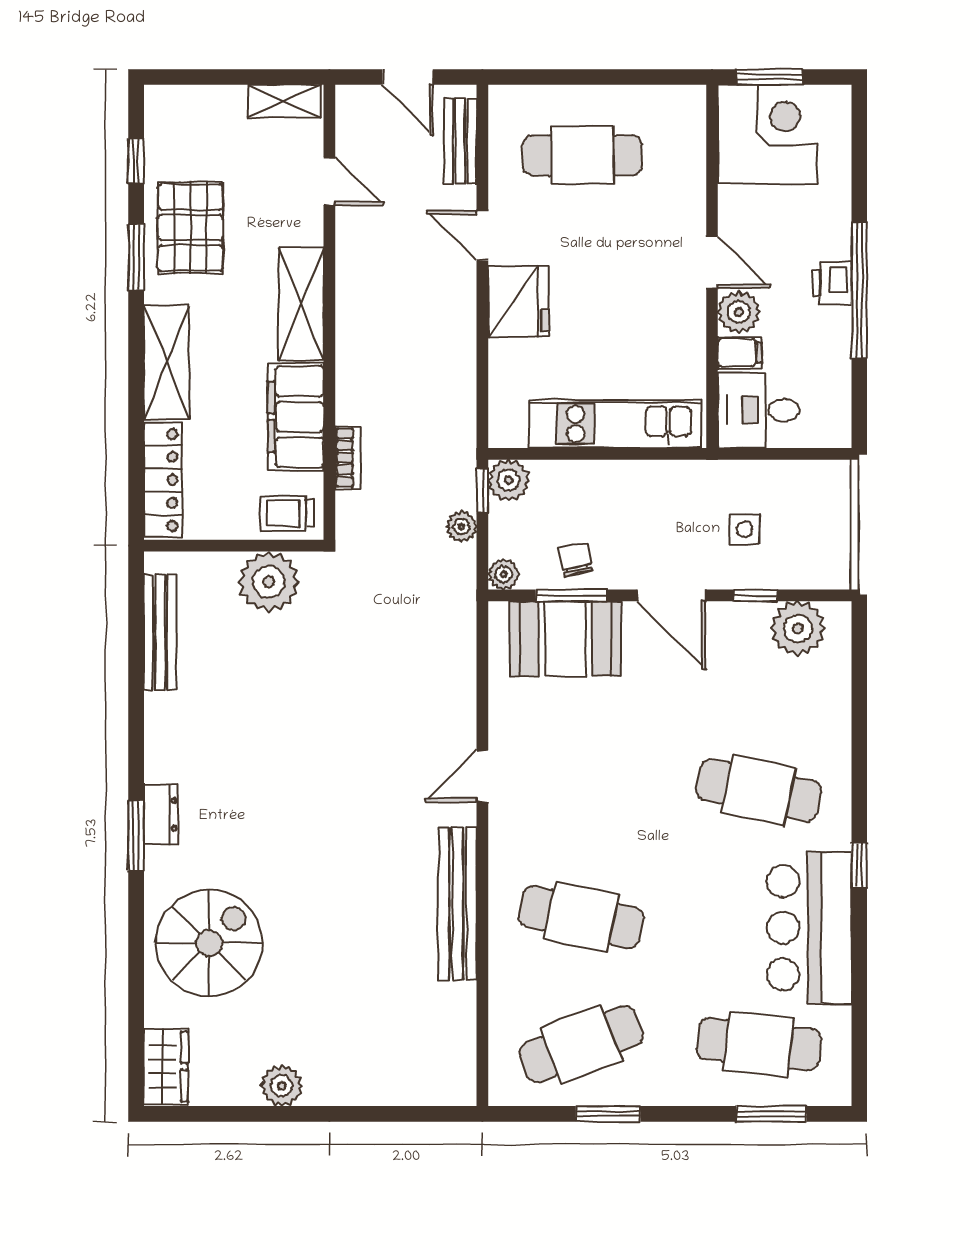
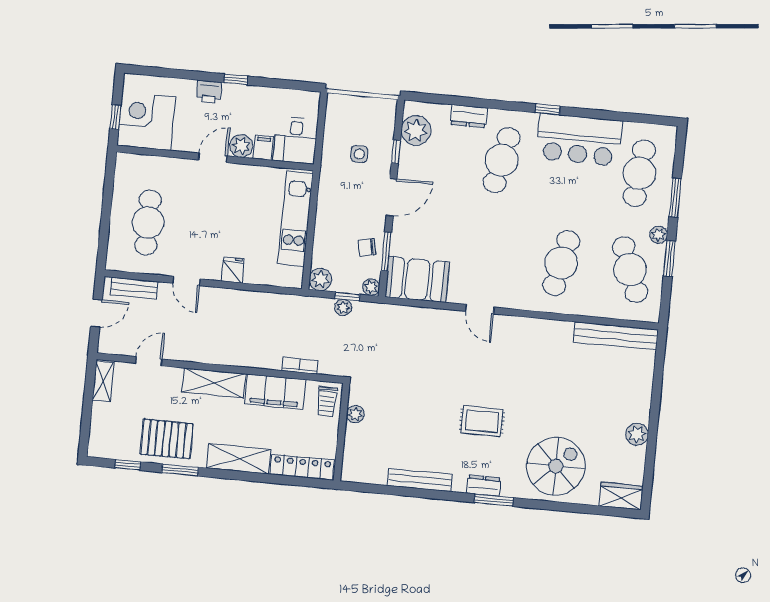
window: (769, 77) -> (115, 117), width x0.67
door: (482, 236) -> (186, 281), hinge flipped
printer: (832, 283) -> (209, 92), moved
window: (859, 290) -> (236, 79), width x0.32
fridge: (519, 301) -> (233, 270), width x0.53, depth x0.75
window: (482, 491) -> (347, 296), moved
plant: (269, 582) -> (355, 414), width x0.53, depth x0.53
bench: (160, 632) -> (420, 480), moved
booth: (565, 639) -> (417, 279), moved, turned 90
dresser: (833, 722) -> (469, 116), added
rug: (278, 800) -> (482, 421), added
bench: (458, 904) -> (616, 336), moved
spiral stairs: (209, 943) -> (556, 466), turned 90
plant: (650, 1090) -> (659, 235), added
window: (772, 1114) -> (675, 198), moved

